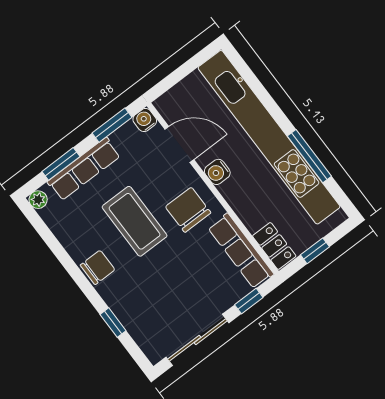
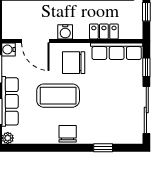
door: (179, 144) -> (35, 41), swing flipped
locker: (274, 246) -> (104, 31), moved

